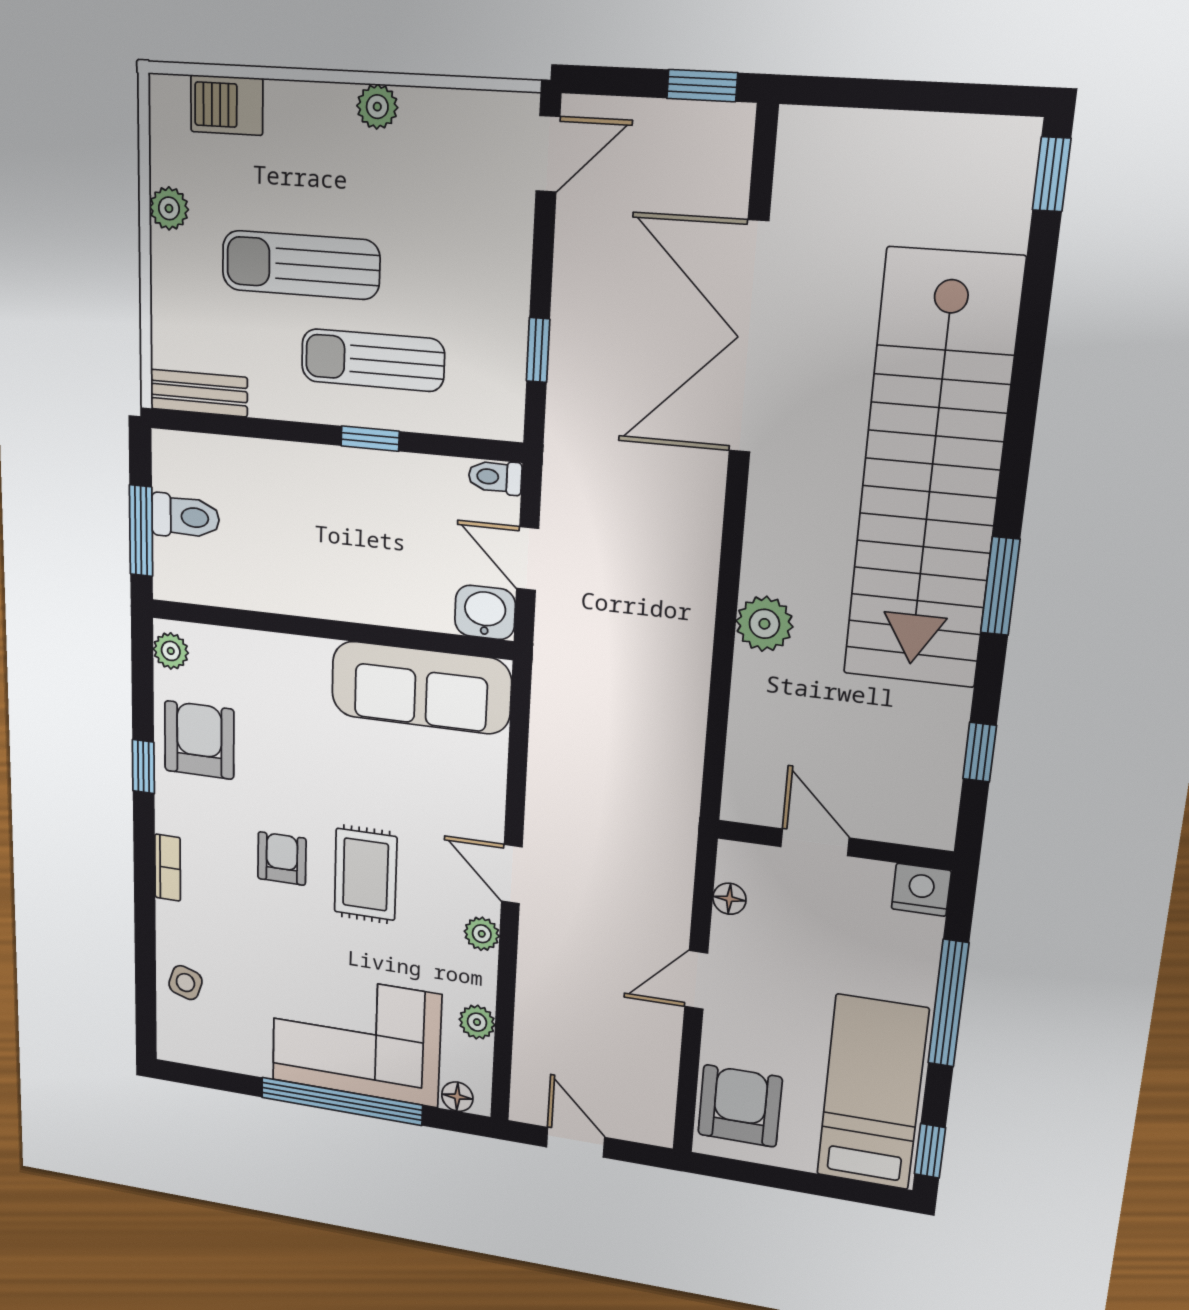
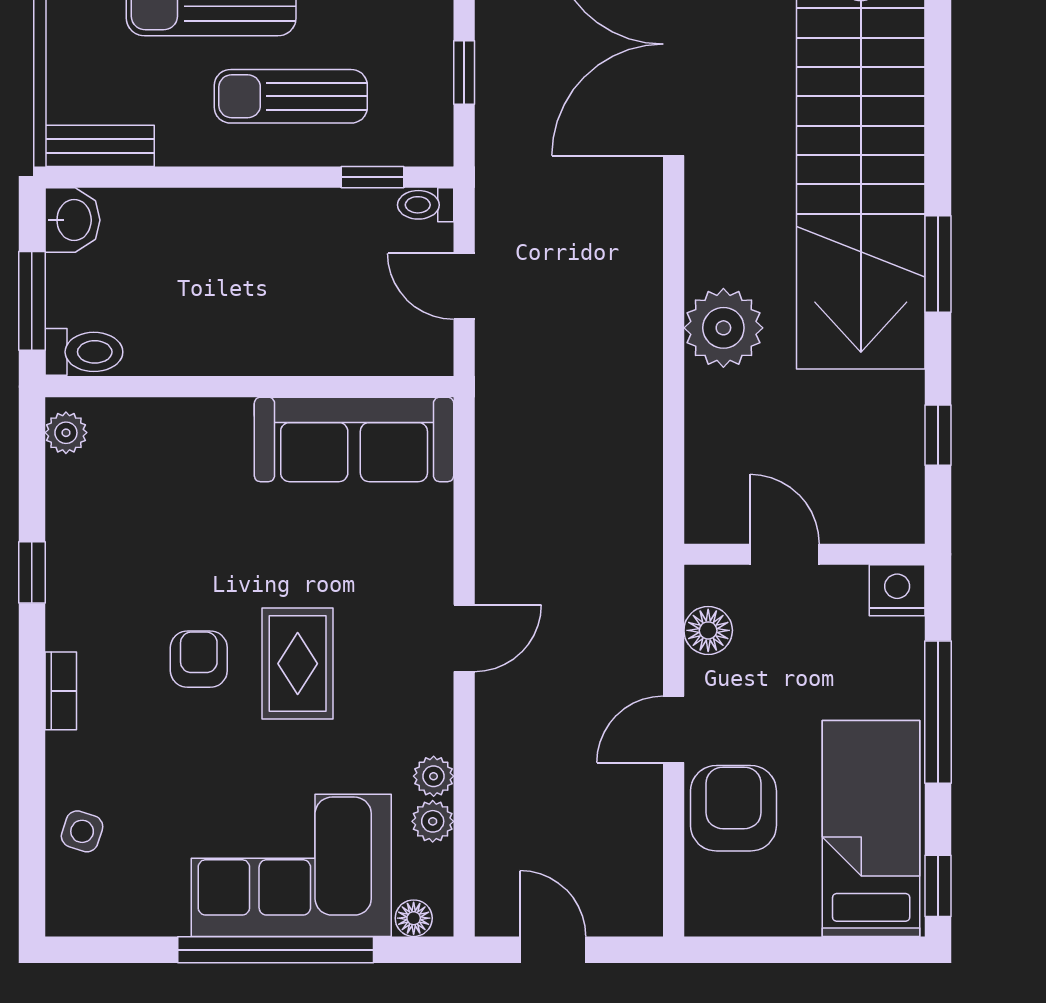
window: (370, 439) -> (373, 177), moved
toilet: (185, 517) -> (84, 352), moved
washbasin: (485, 612) -> (72, 220), moved, turned 90
plant: (764, 624) -> (723, 328), width x1.36, depth x1.36
armchair: (199, 740) -> (100, 532), removed
door: (512, 874) -> (464, 638), swing flipped
floor lamp: (729, 899) -> (708, 630), width x1.37, depth x1.37
plant: (482, 934) -> (434, 776), moved
armchair: (740, 1106) -> (733, 808), moved

